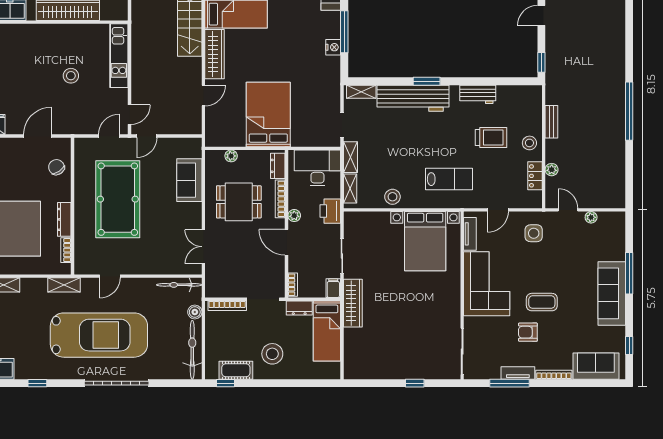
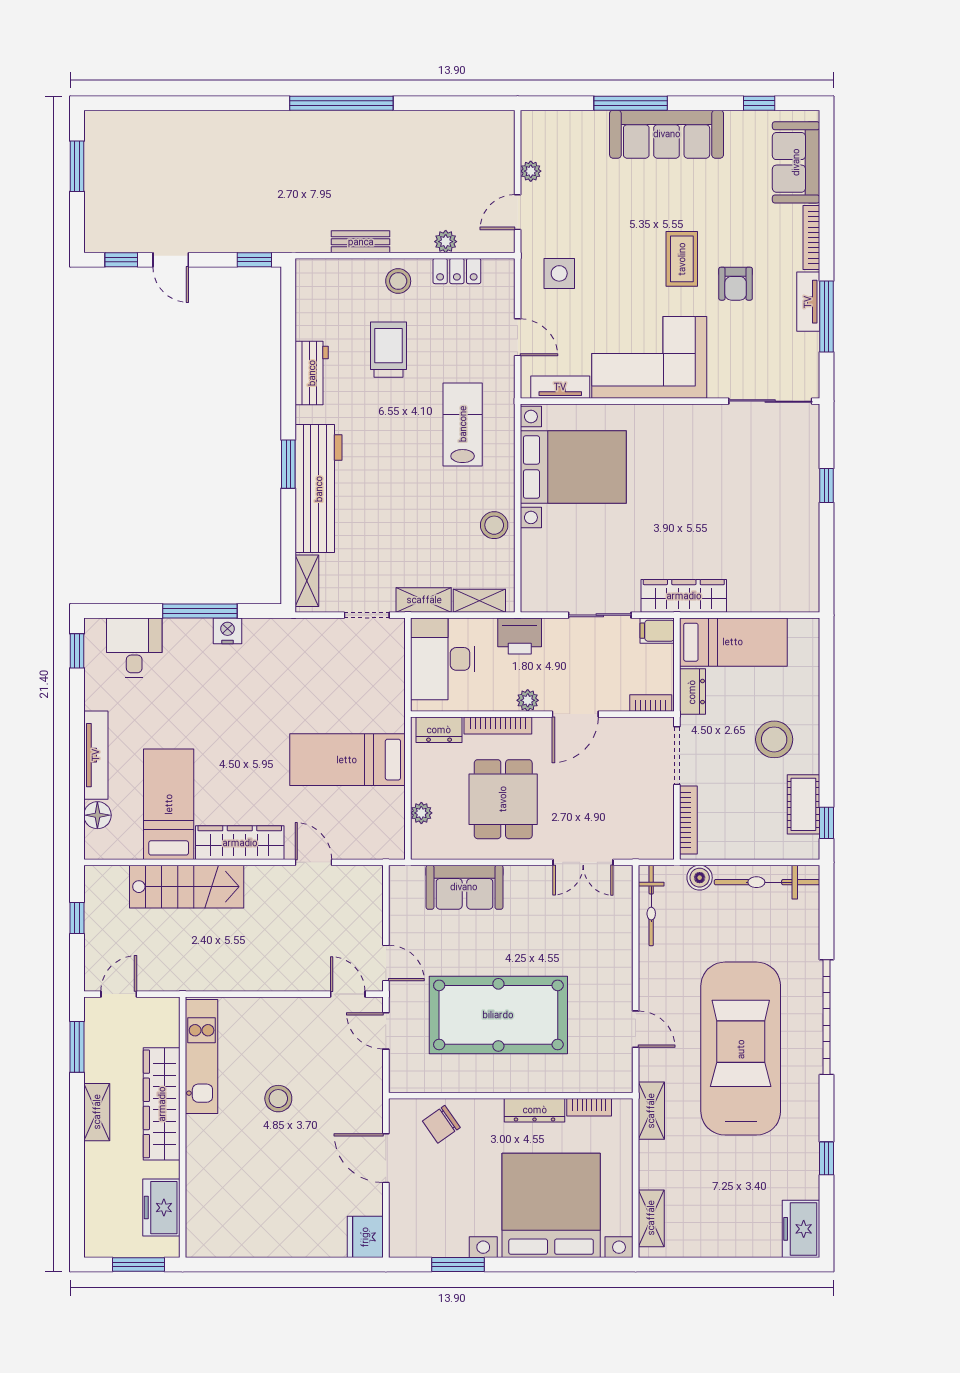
kitchen unit: (119, 56) -> (202, 1057), moved, turned -90
bed: (268, 114) -> (347, 760), width x0.67

